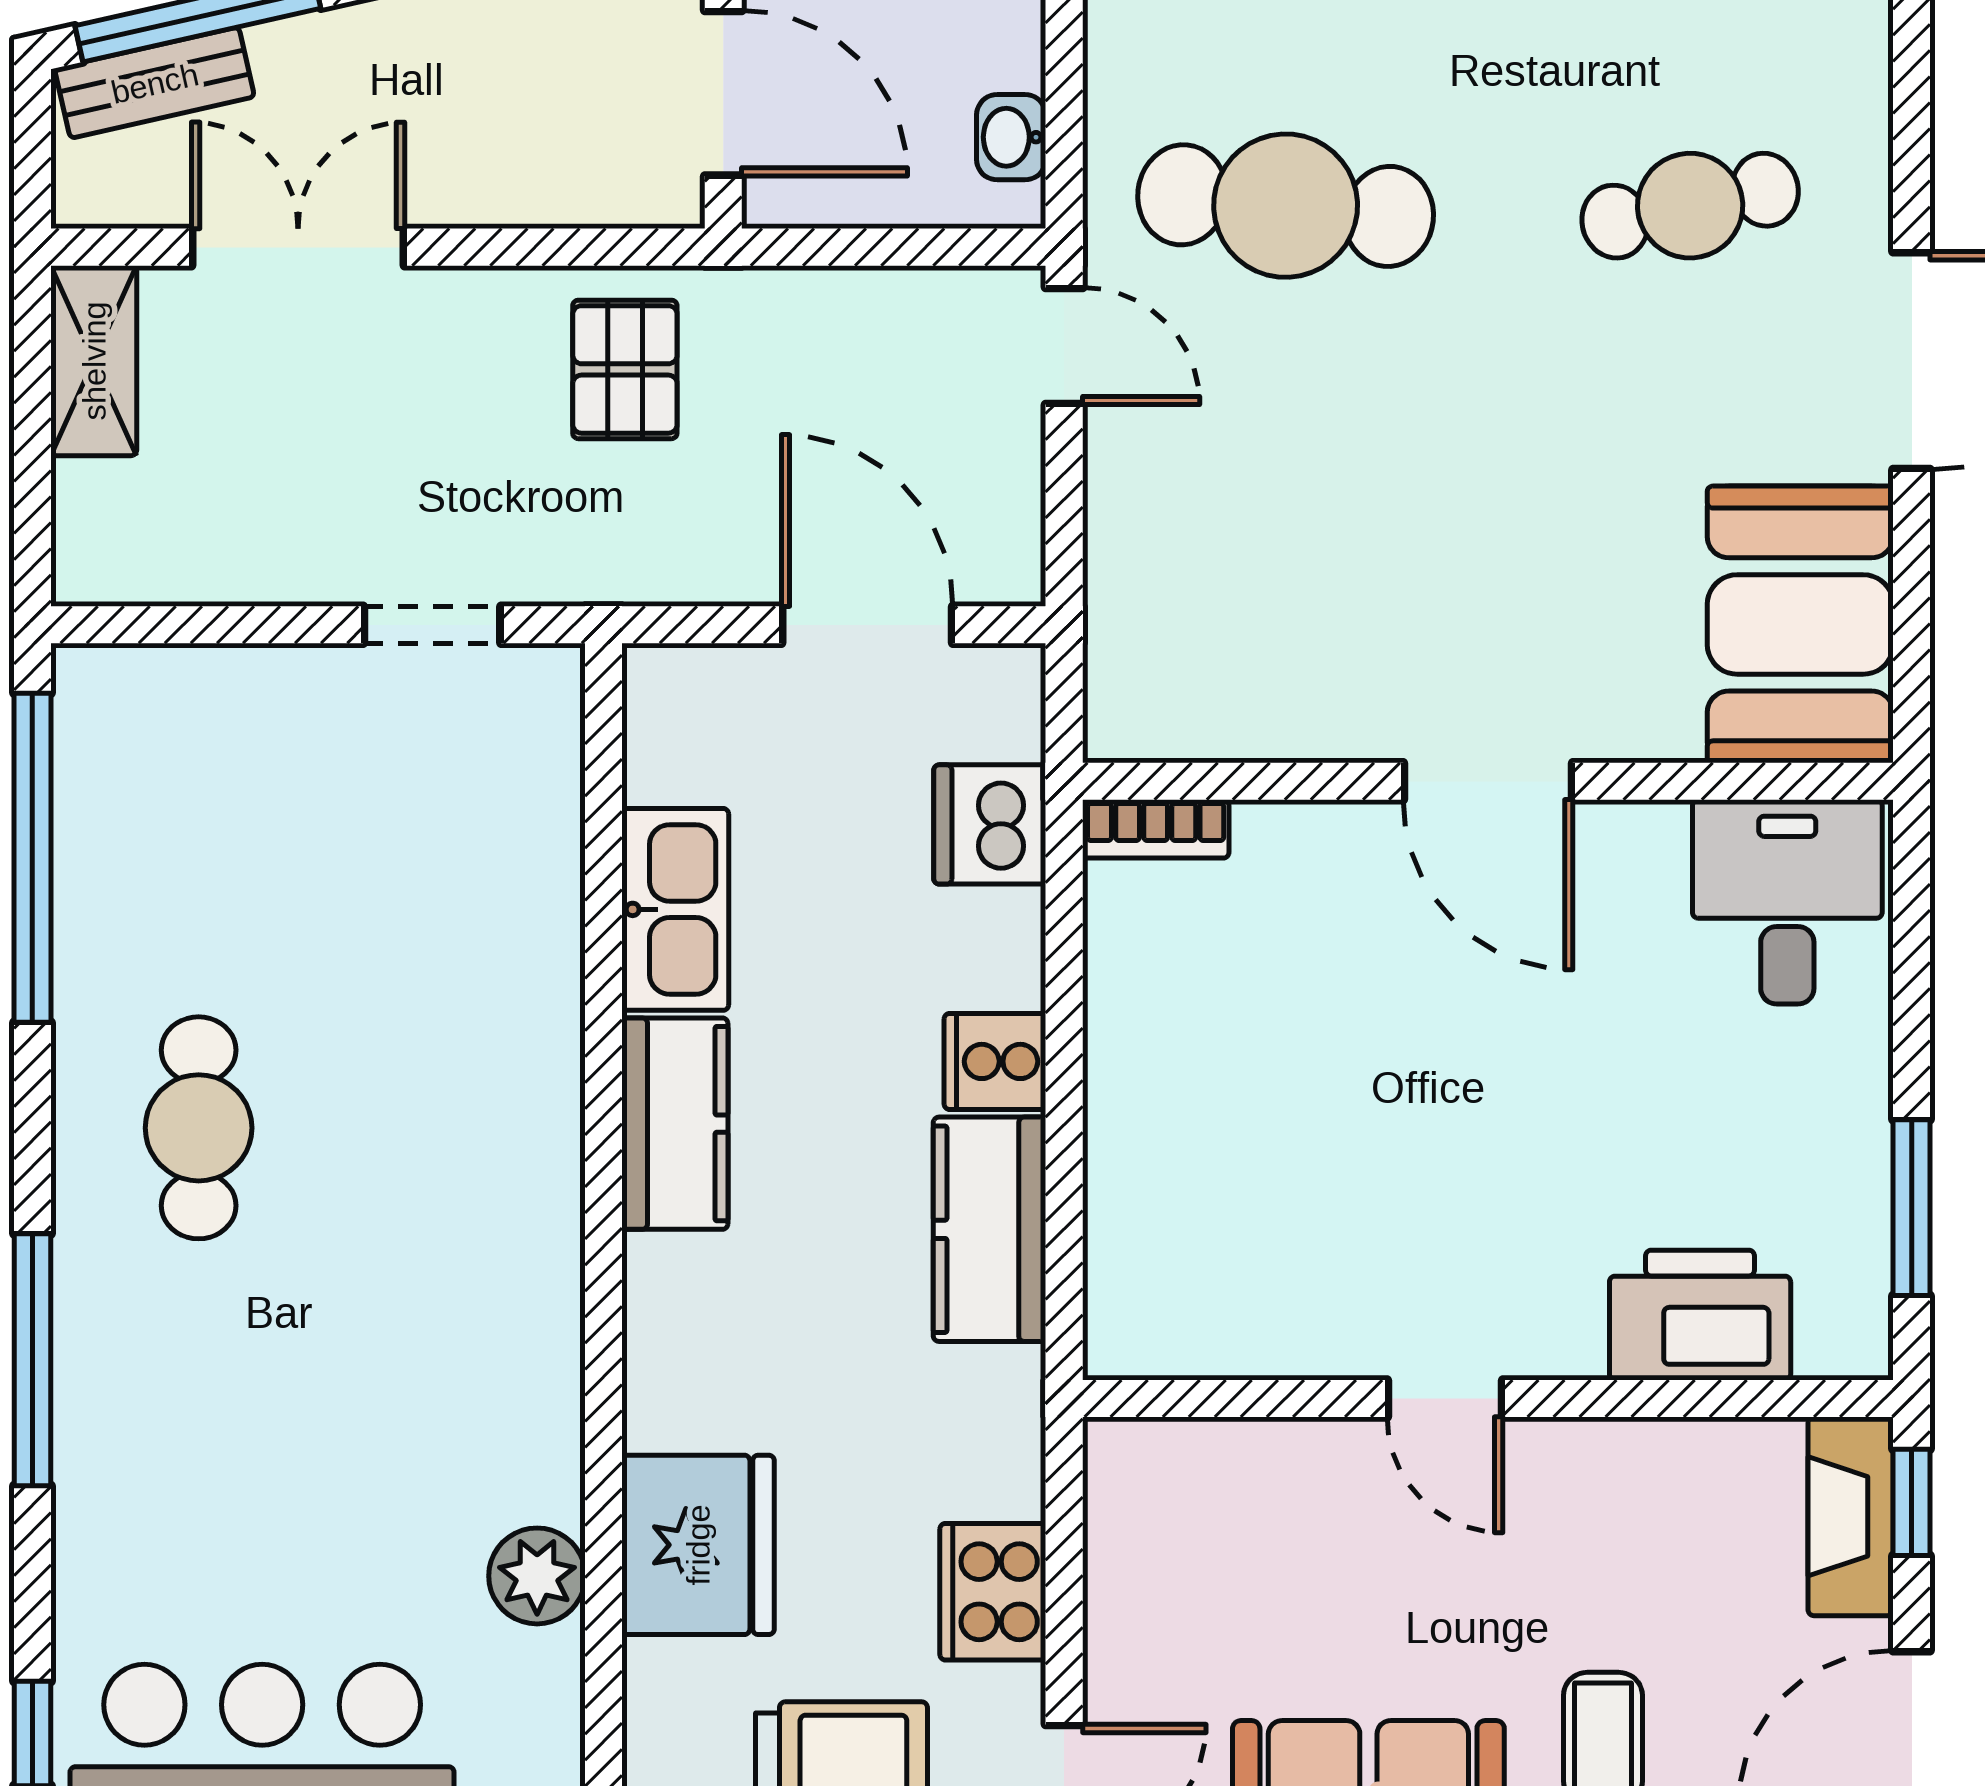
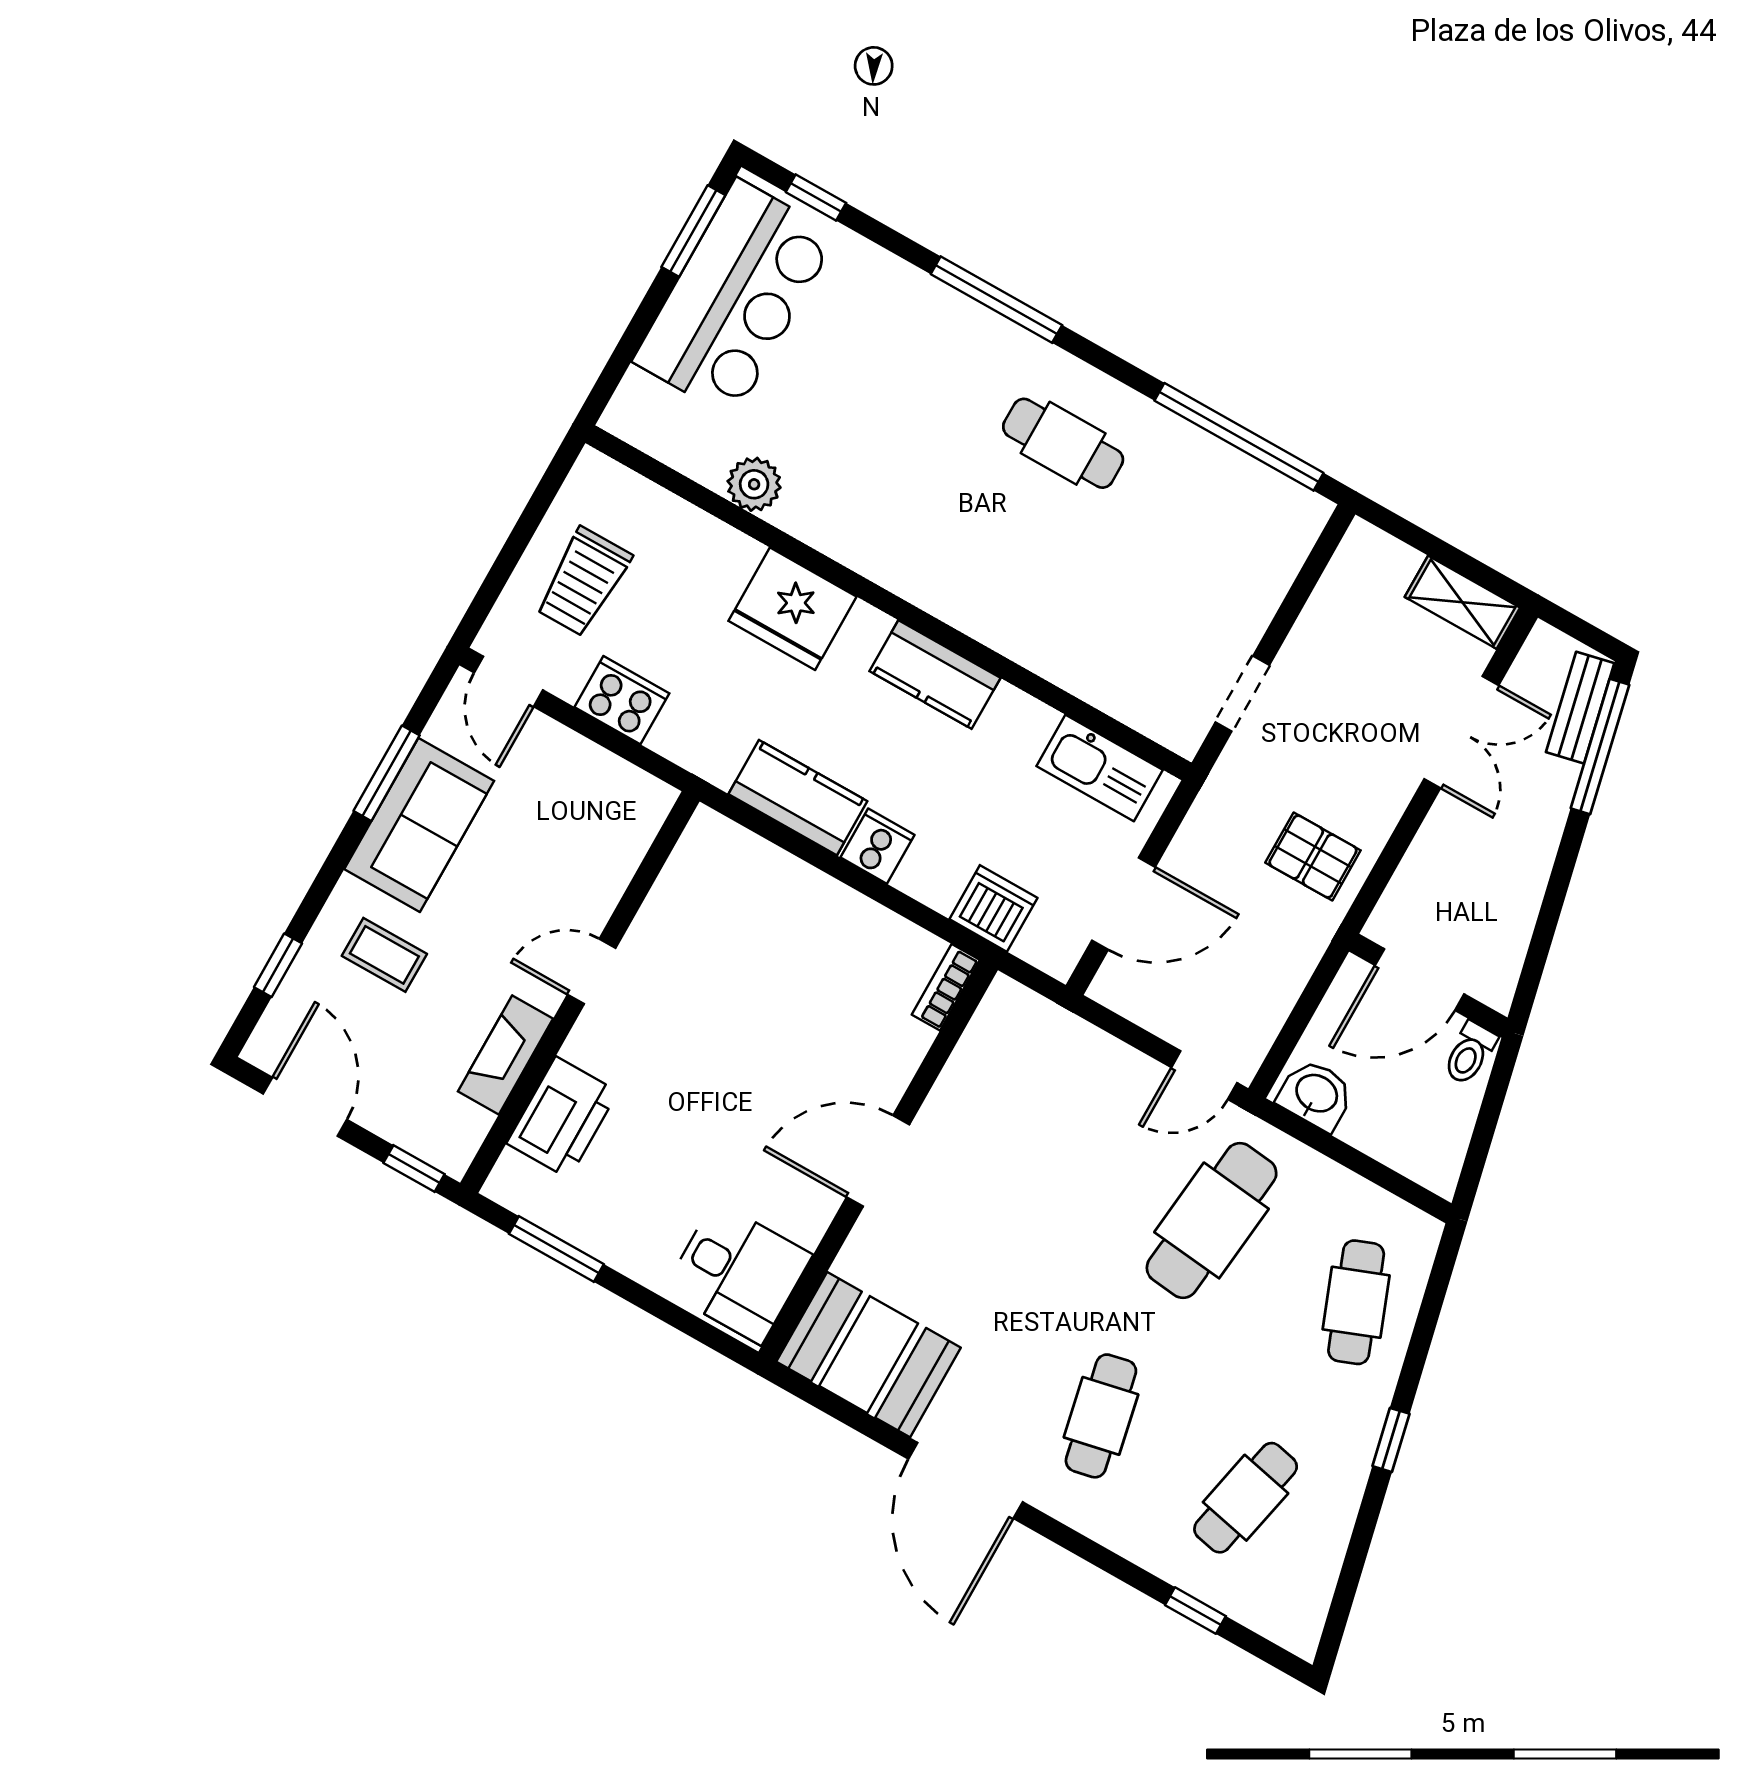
washbasin: (1011, 137) -> (1316, 1095), width x1.38, depth x1.45
kitchen sink: (675, 909) -> (1100, 768), moved
fireplace: (1851, 1516) -> (506, 1055), moved, turned -90
fridge: (698, 1545) -> (793, 609), moved

